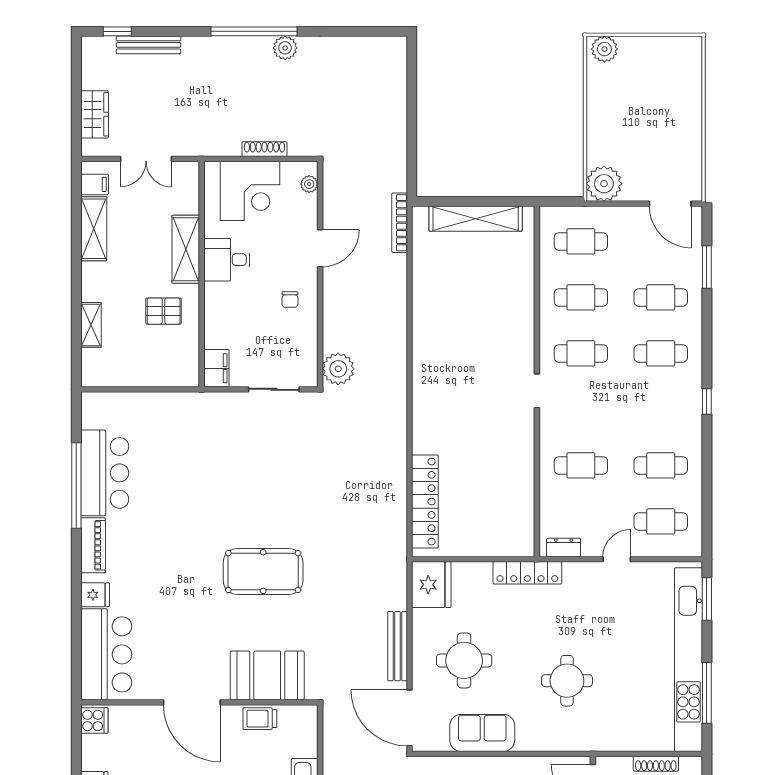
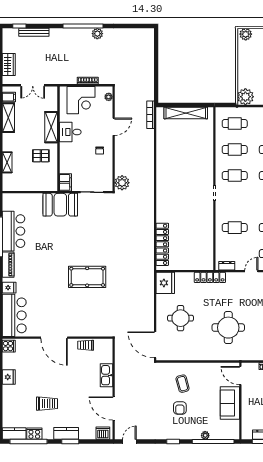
bench: (398, 646) -> (150, 312), removed
booth: (267, 675) -> (60, 205), moved
round table: (567, 681) -> (228, 328), width x1.36, depth x1.36
sofa: (482, 733) -> (189, 352), removed

